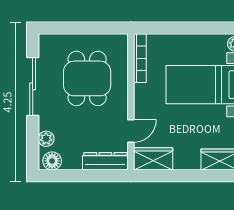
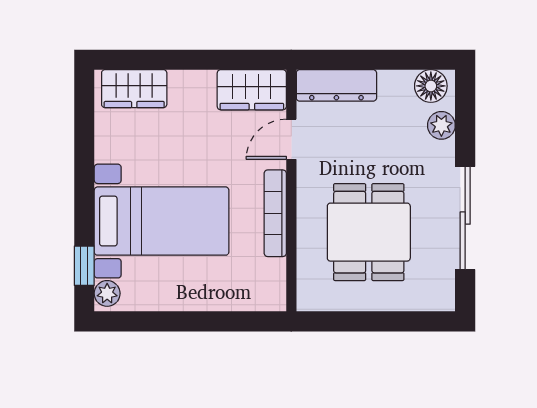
bookcase: (140, 58) -> (275, 213), moved

